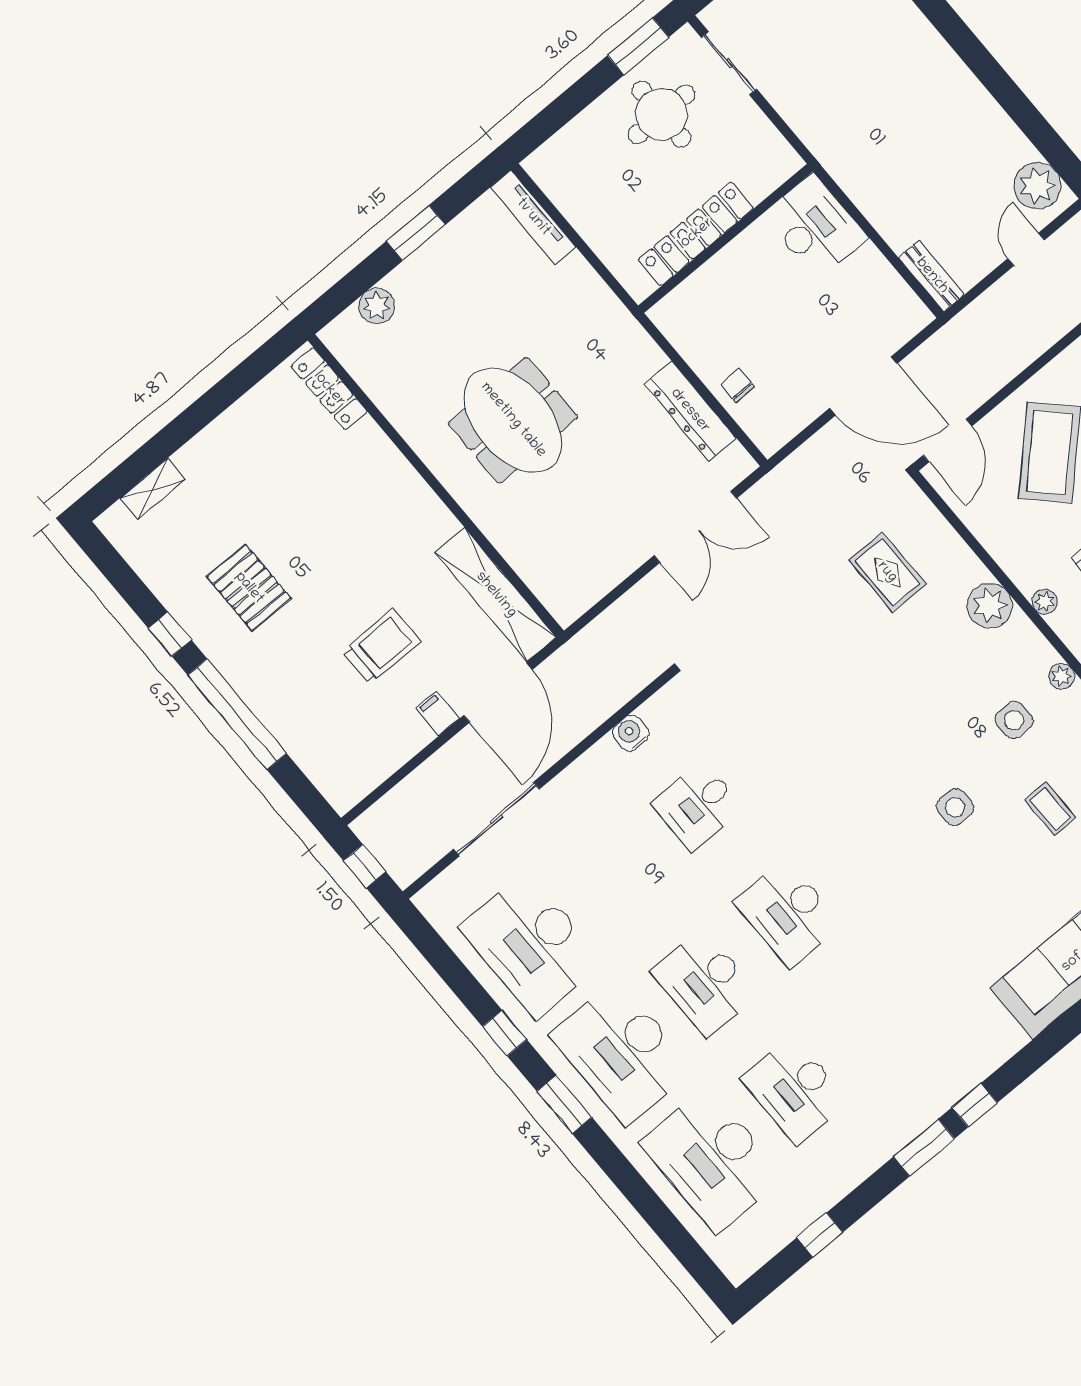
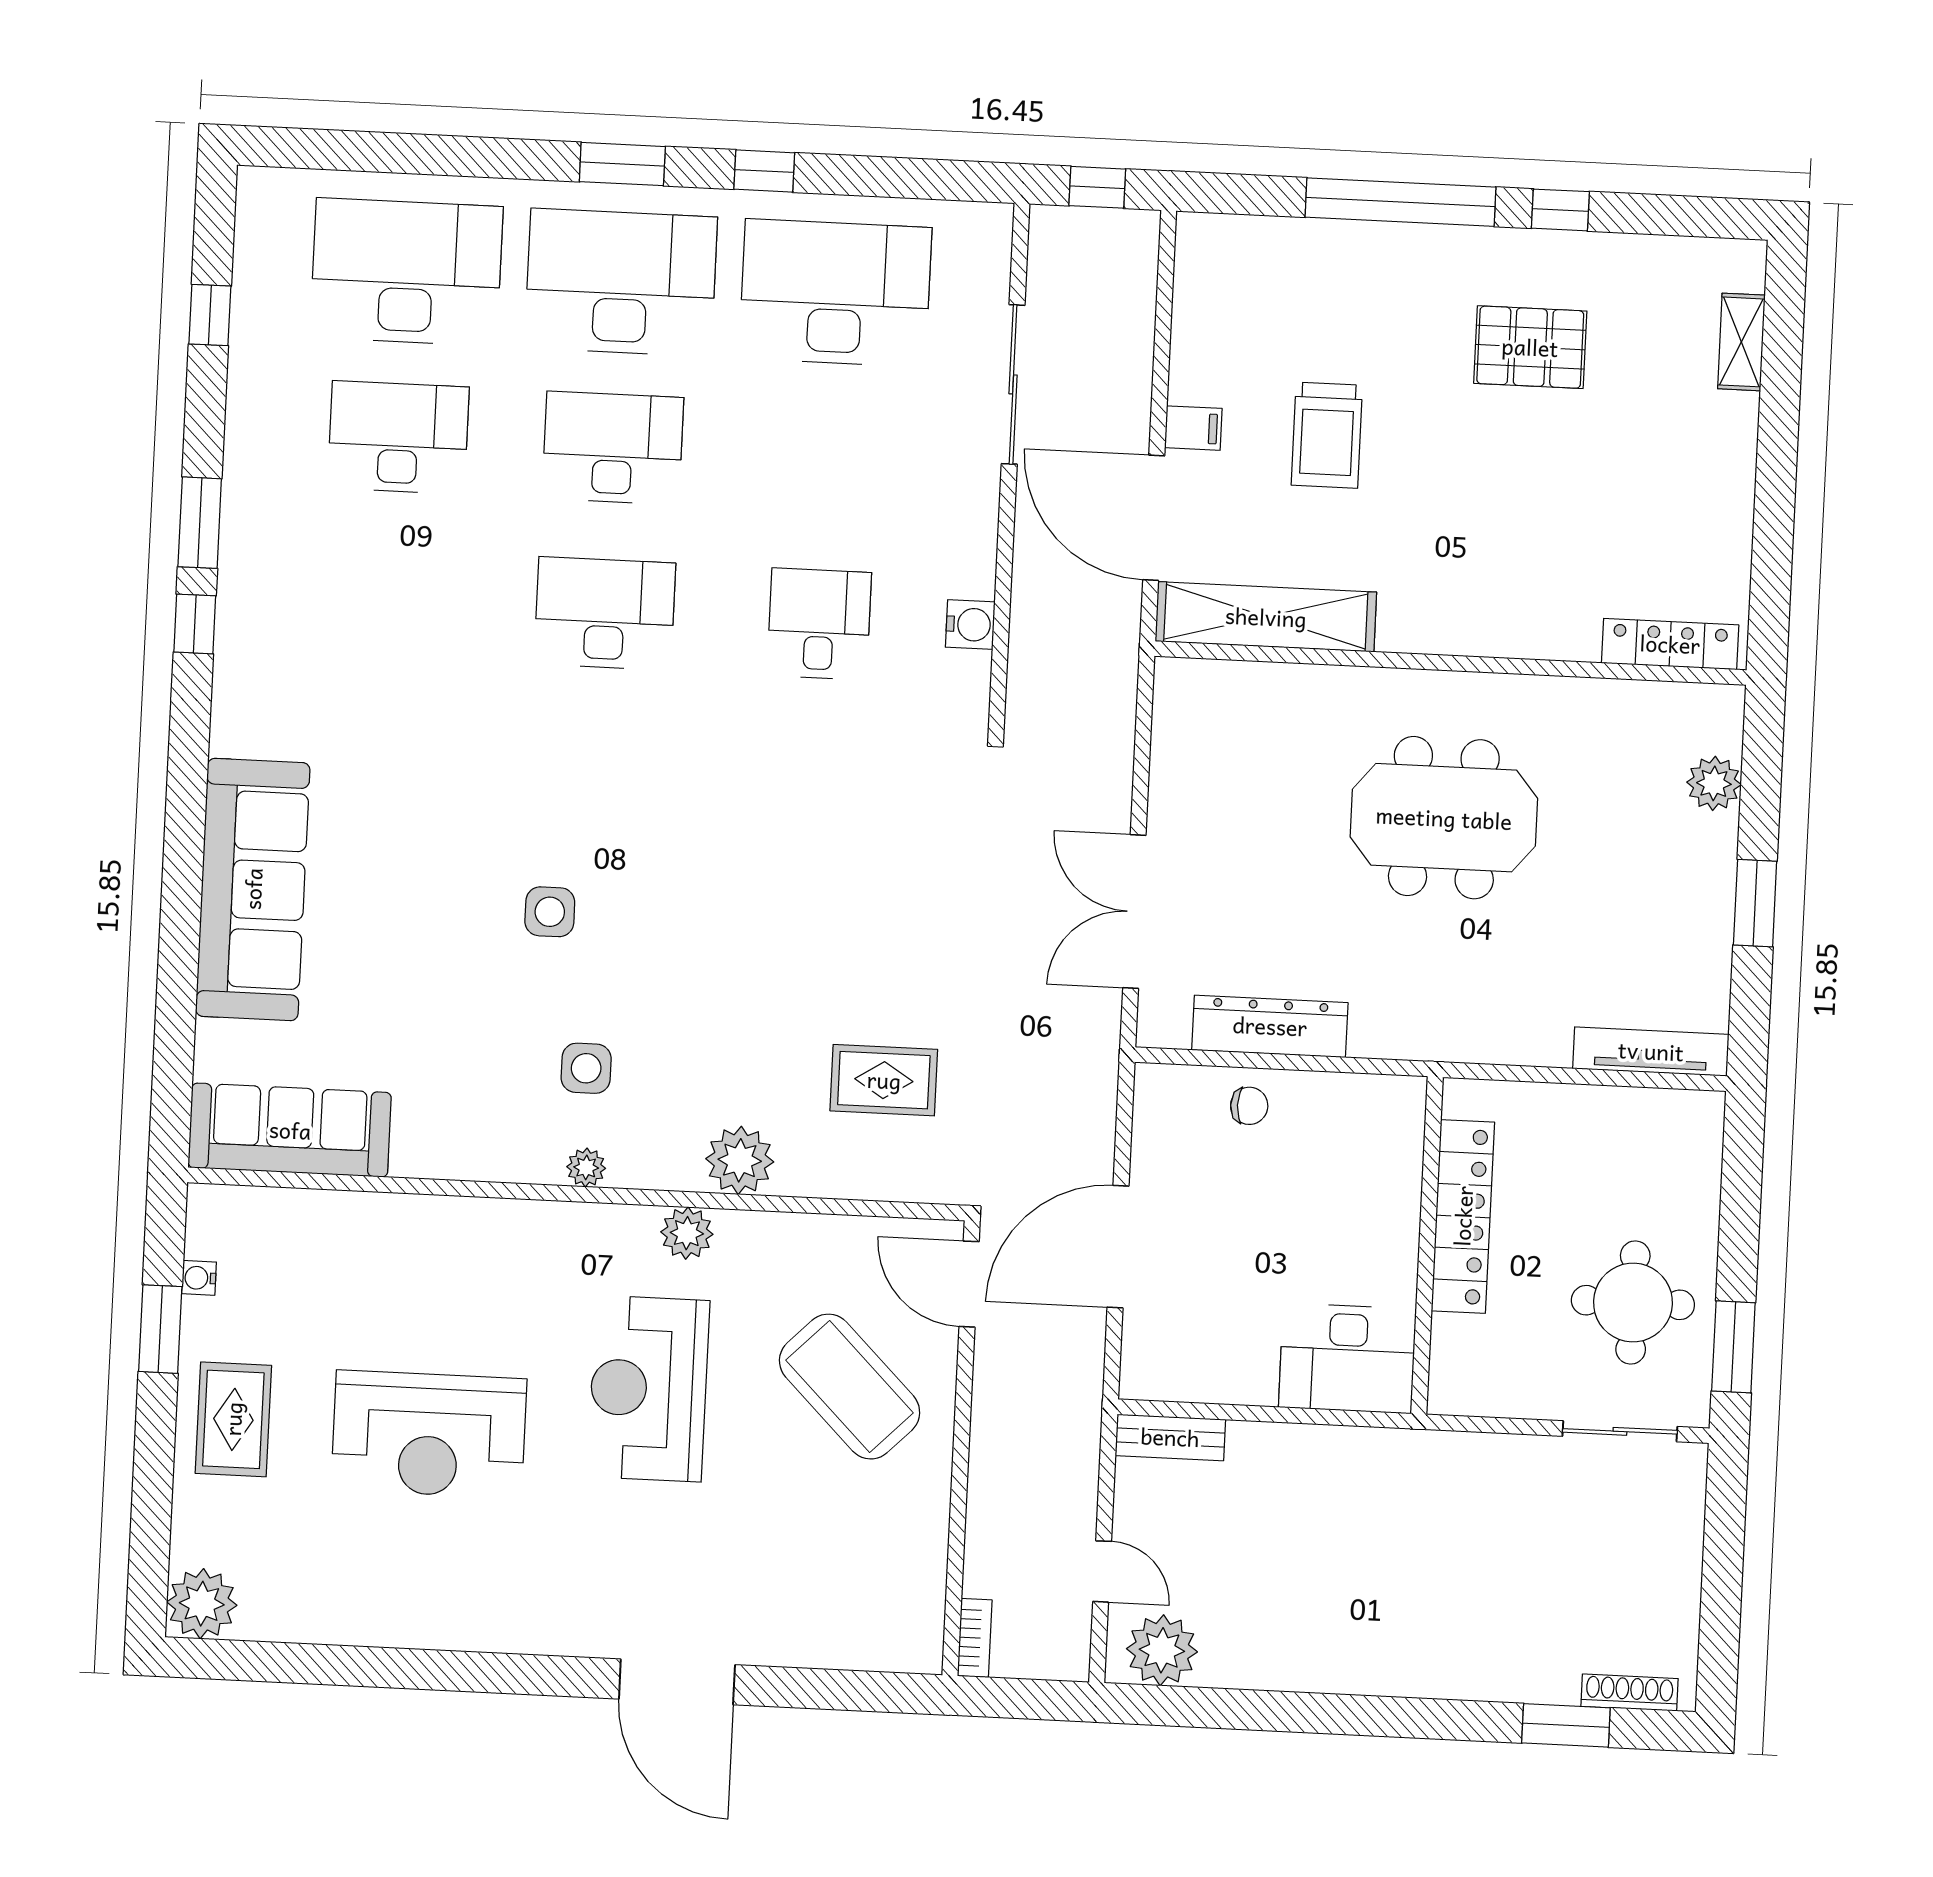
plant: (1045, 602) -> (687, 1233), width x1.38, depth x1.38
coffee table: (1050, 809) -> (449, 1017), removed

